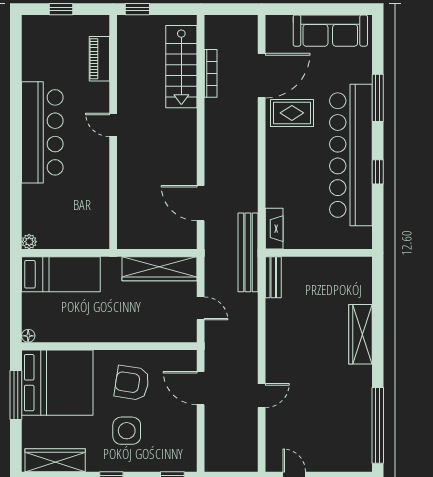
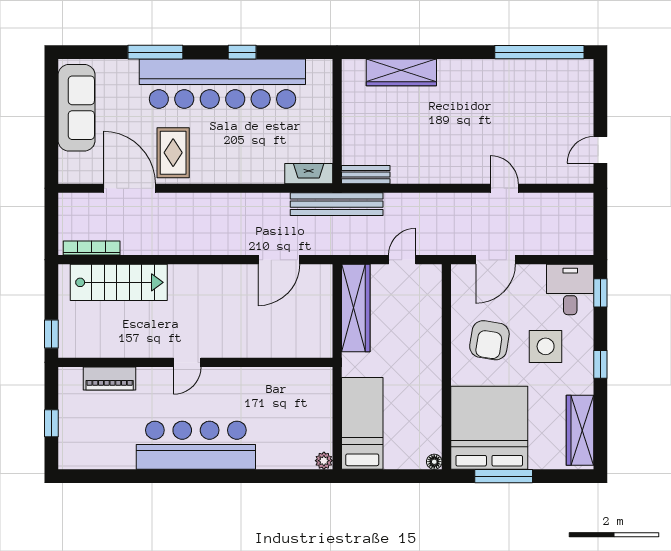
bookcase: (211, 73) -> (92, 248), moved
wardrobe: (360, 334) -> (401, 72), moved
desk: (175, 452) -> (570, 289), added

